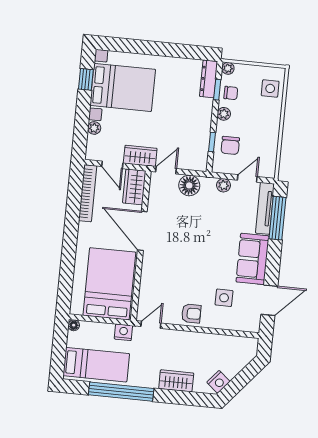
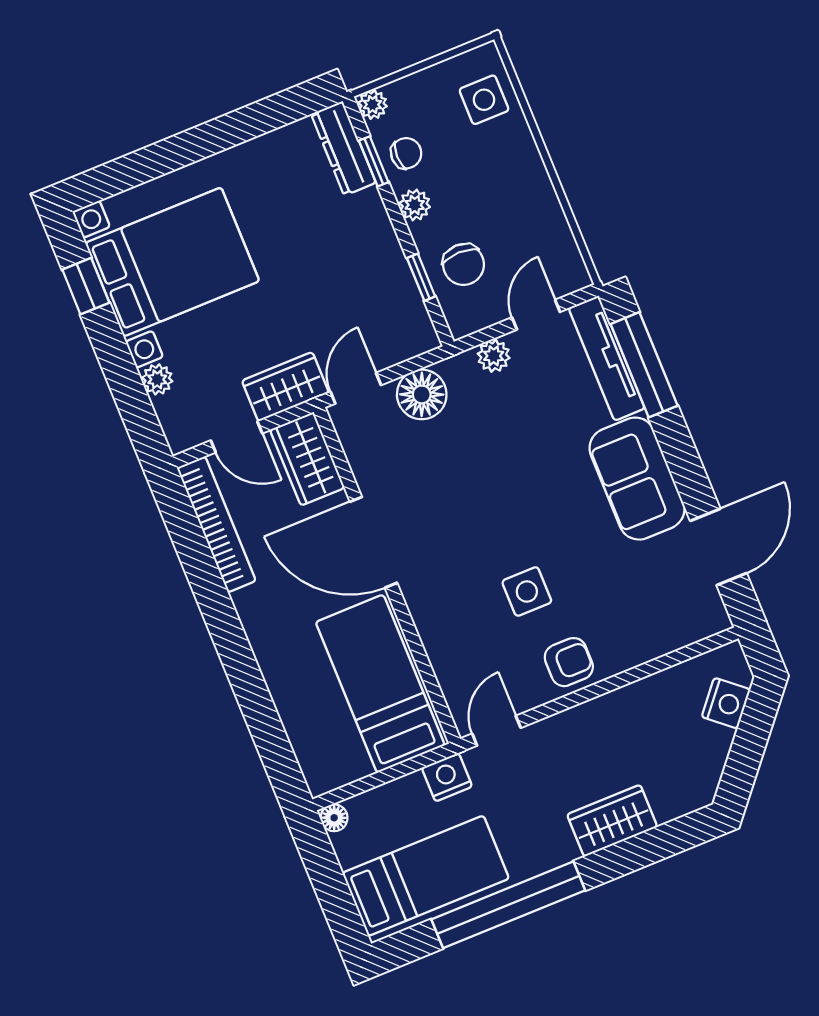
bed: (109, 284) -> (380, 684), width x0.67
side table: (224, 298) -> (527, 592), moved
nightstand: (218, 382) -> (726, 703), moved

